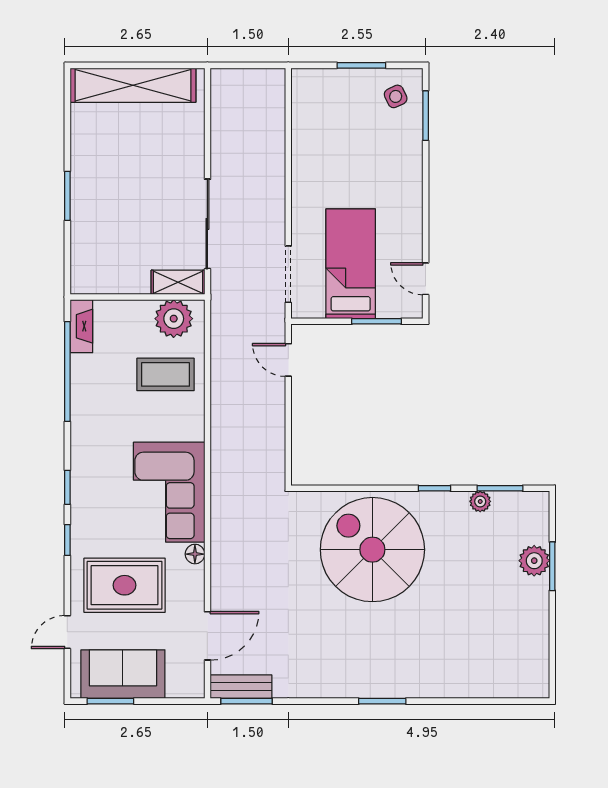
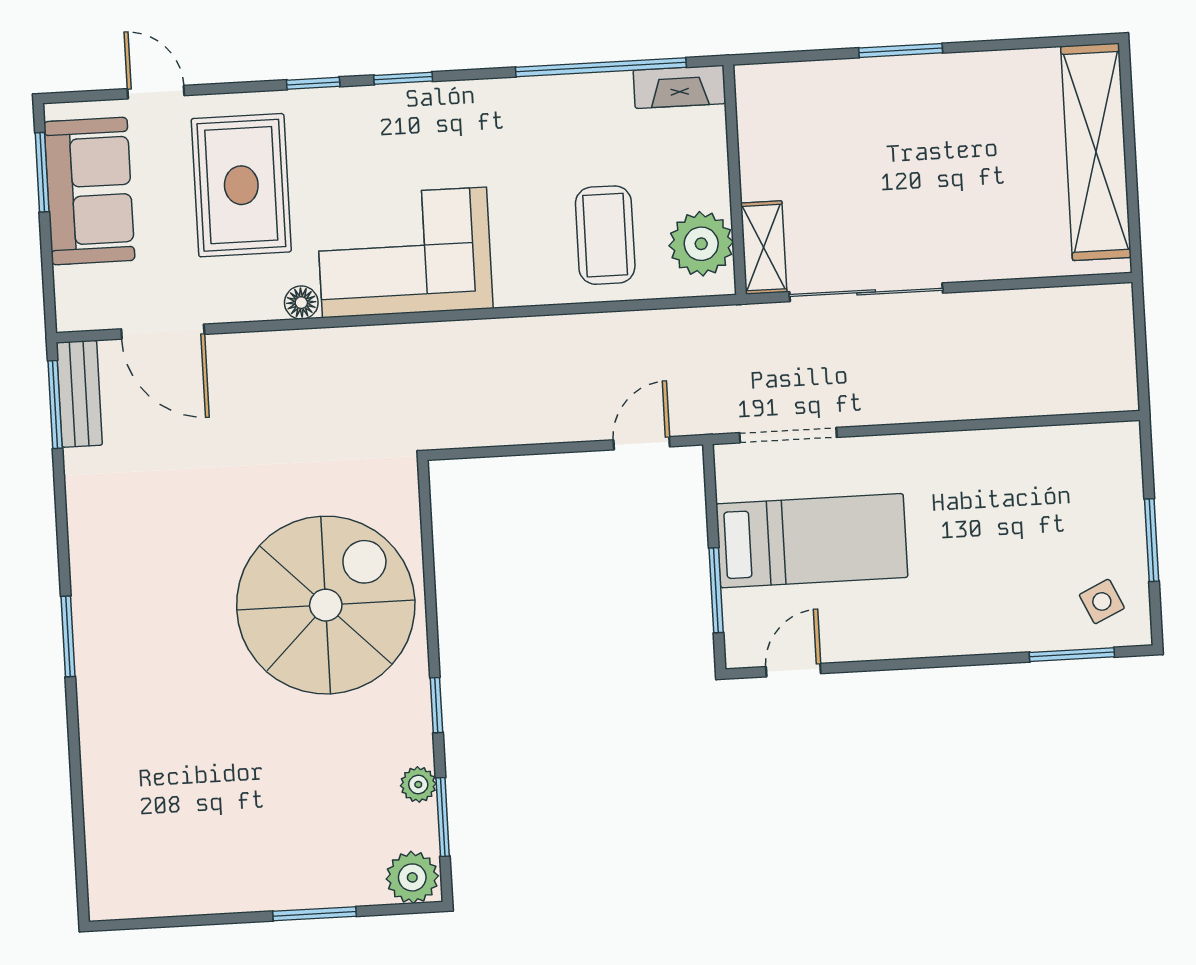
plant: (534, 561) -> (412, 877), moved

